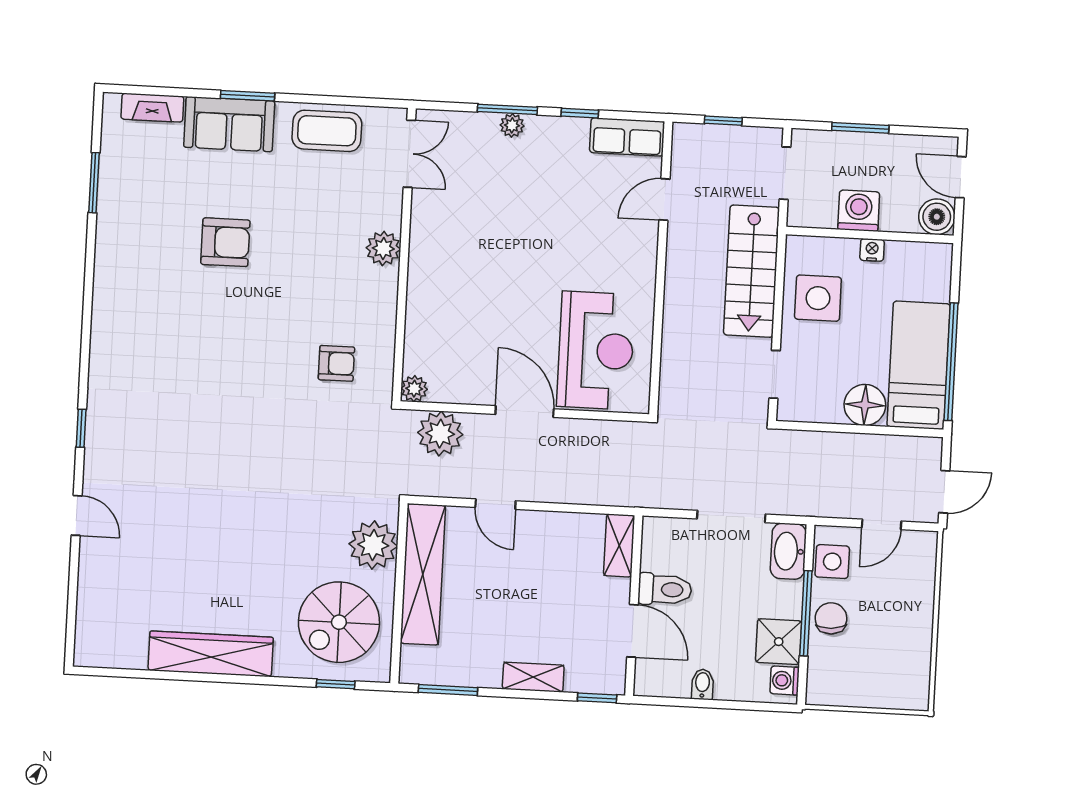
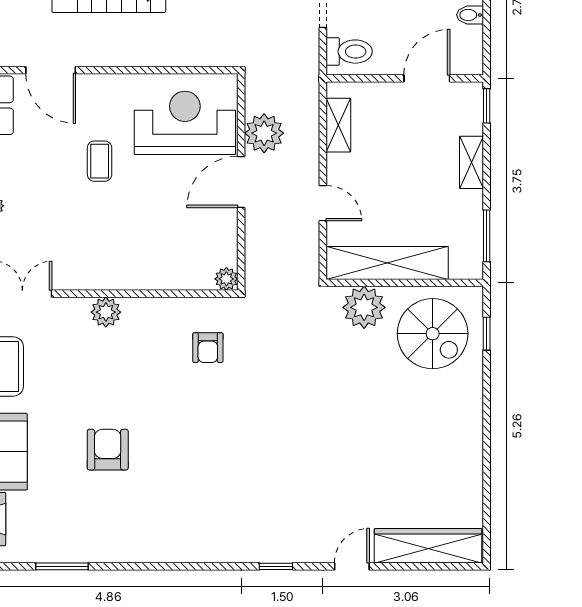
door: (664, 200) -> (51, 70), width x1.38
coffee table: (557, 250) -> (100, 161), added
armchair: (336, 363) -> (208, 348), turned 180
plant: (440, 434) -> (264, 133), moved
door: (495, 504) -> (323, 203), hinge flipped
shelving: (619, 545) -> (338, 125), moved, turned 90
toilet: (665, 589) -> (349, 52), moved, turned 90
wardrobe: (211, 654) -> (428, 546), moved, turned 90

